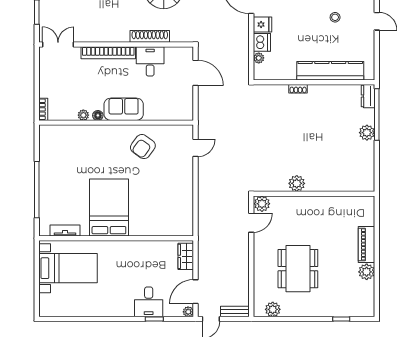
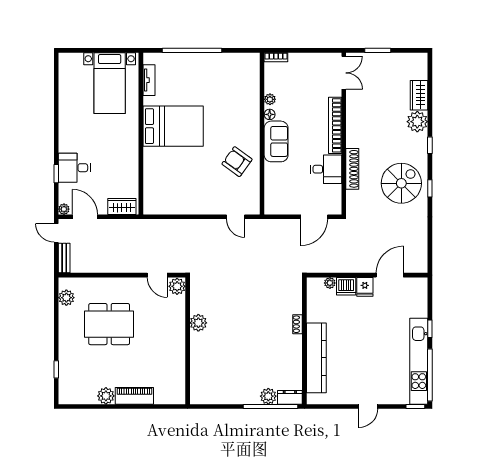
stool: (335, 17) -> (372, 363), removed
plant: (367, 133) -> (268, 396), moved

